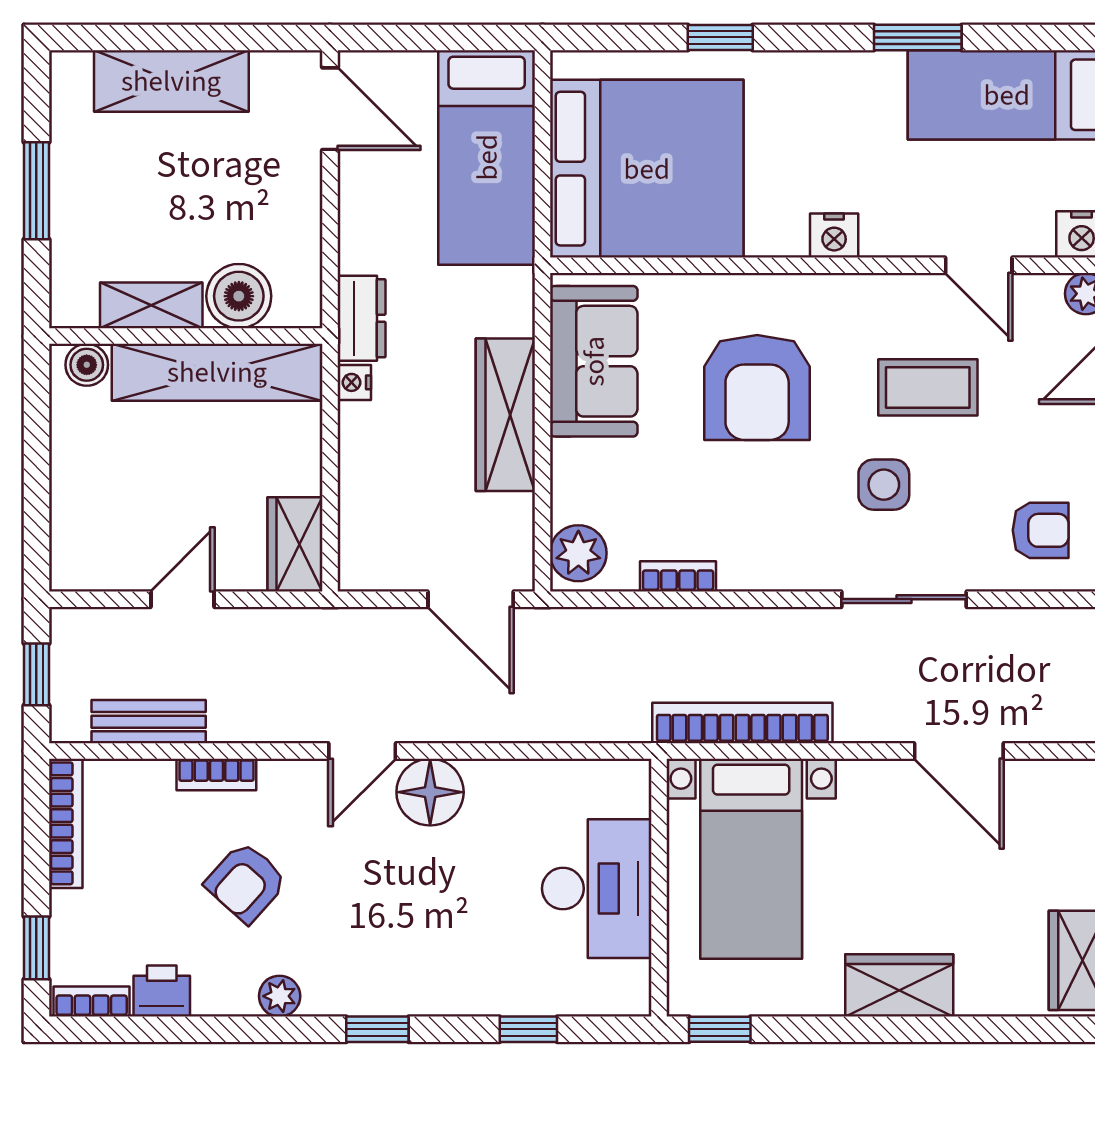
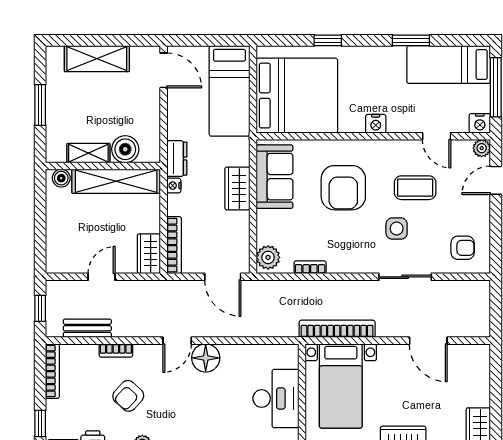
wardrobe: (505, 415) -> (237, 188), width x0.67
bookcase: (355, 524) -> (174, 245), added

